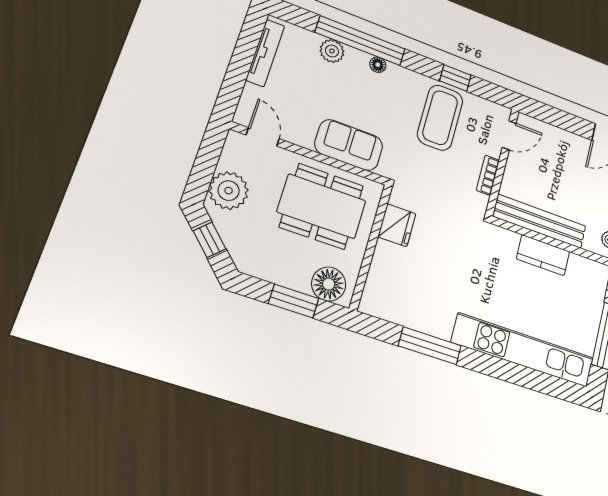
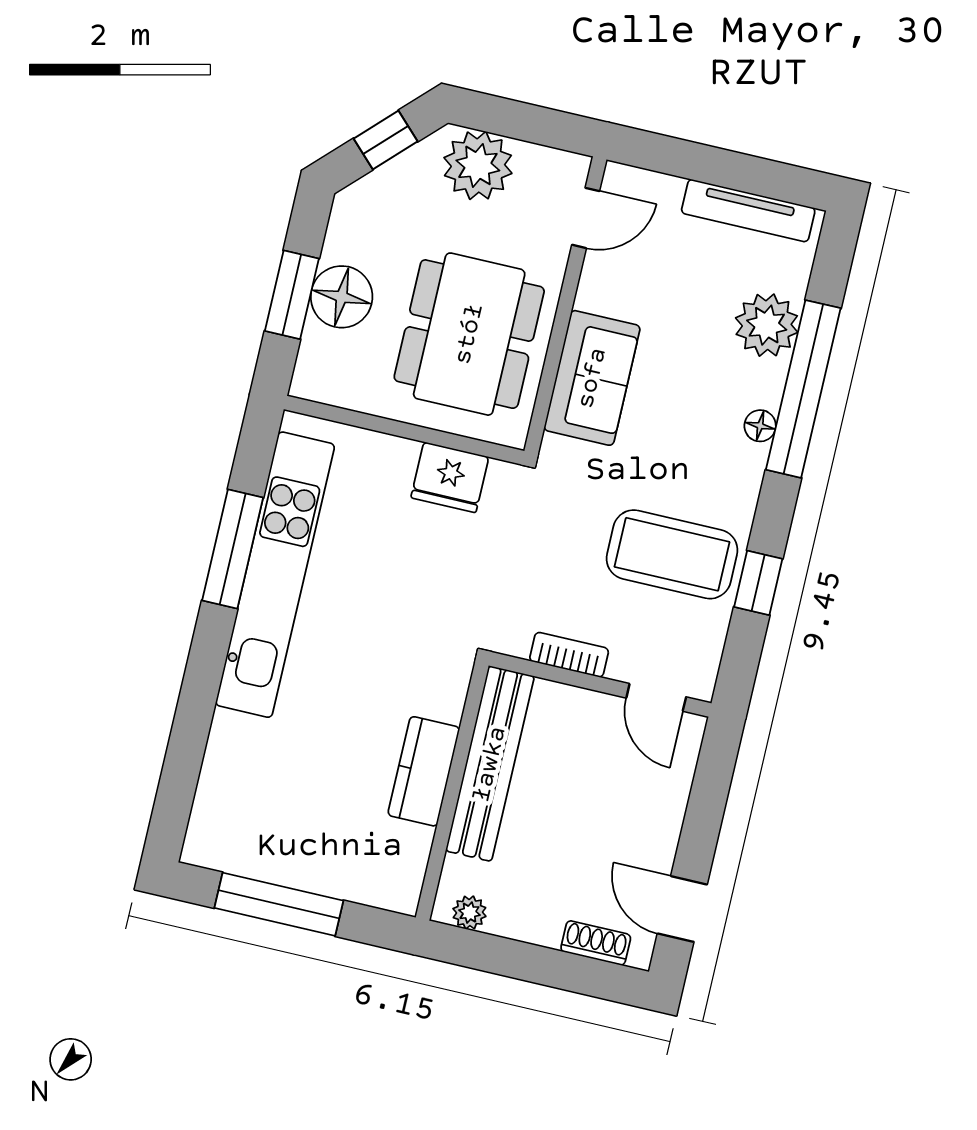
plant: (332, 51) -> (767, 325), width x1.36, depth x1.36
floor lamp: (329, 284) -> (342, 297), moved
kitchen unit: (523, 350) -> (275, 575), moved

